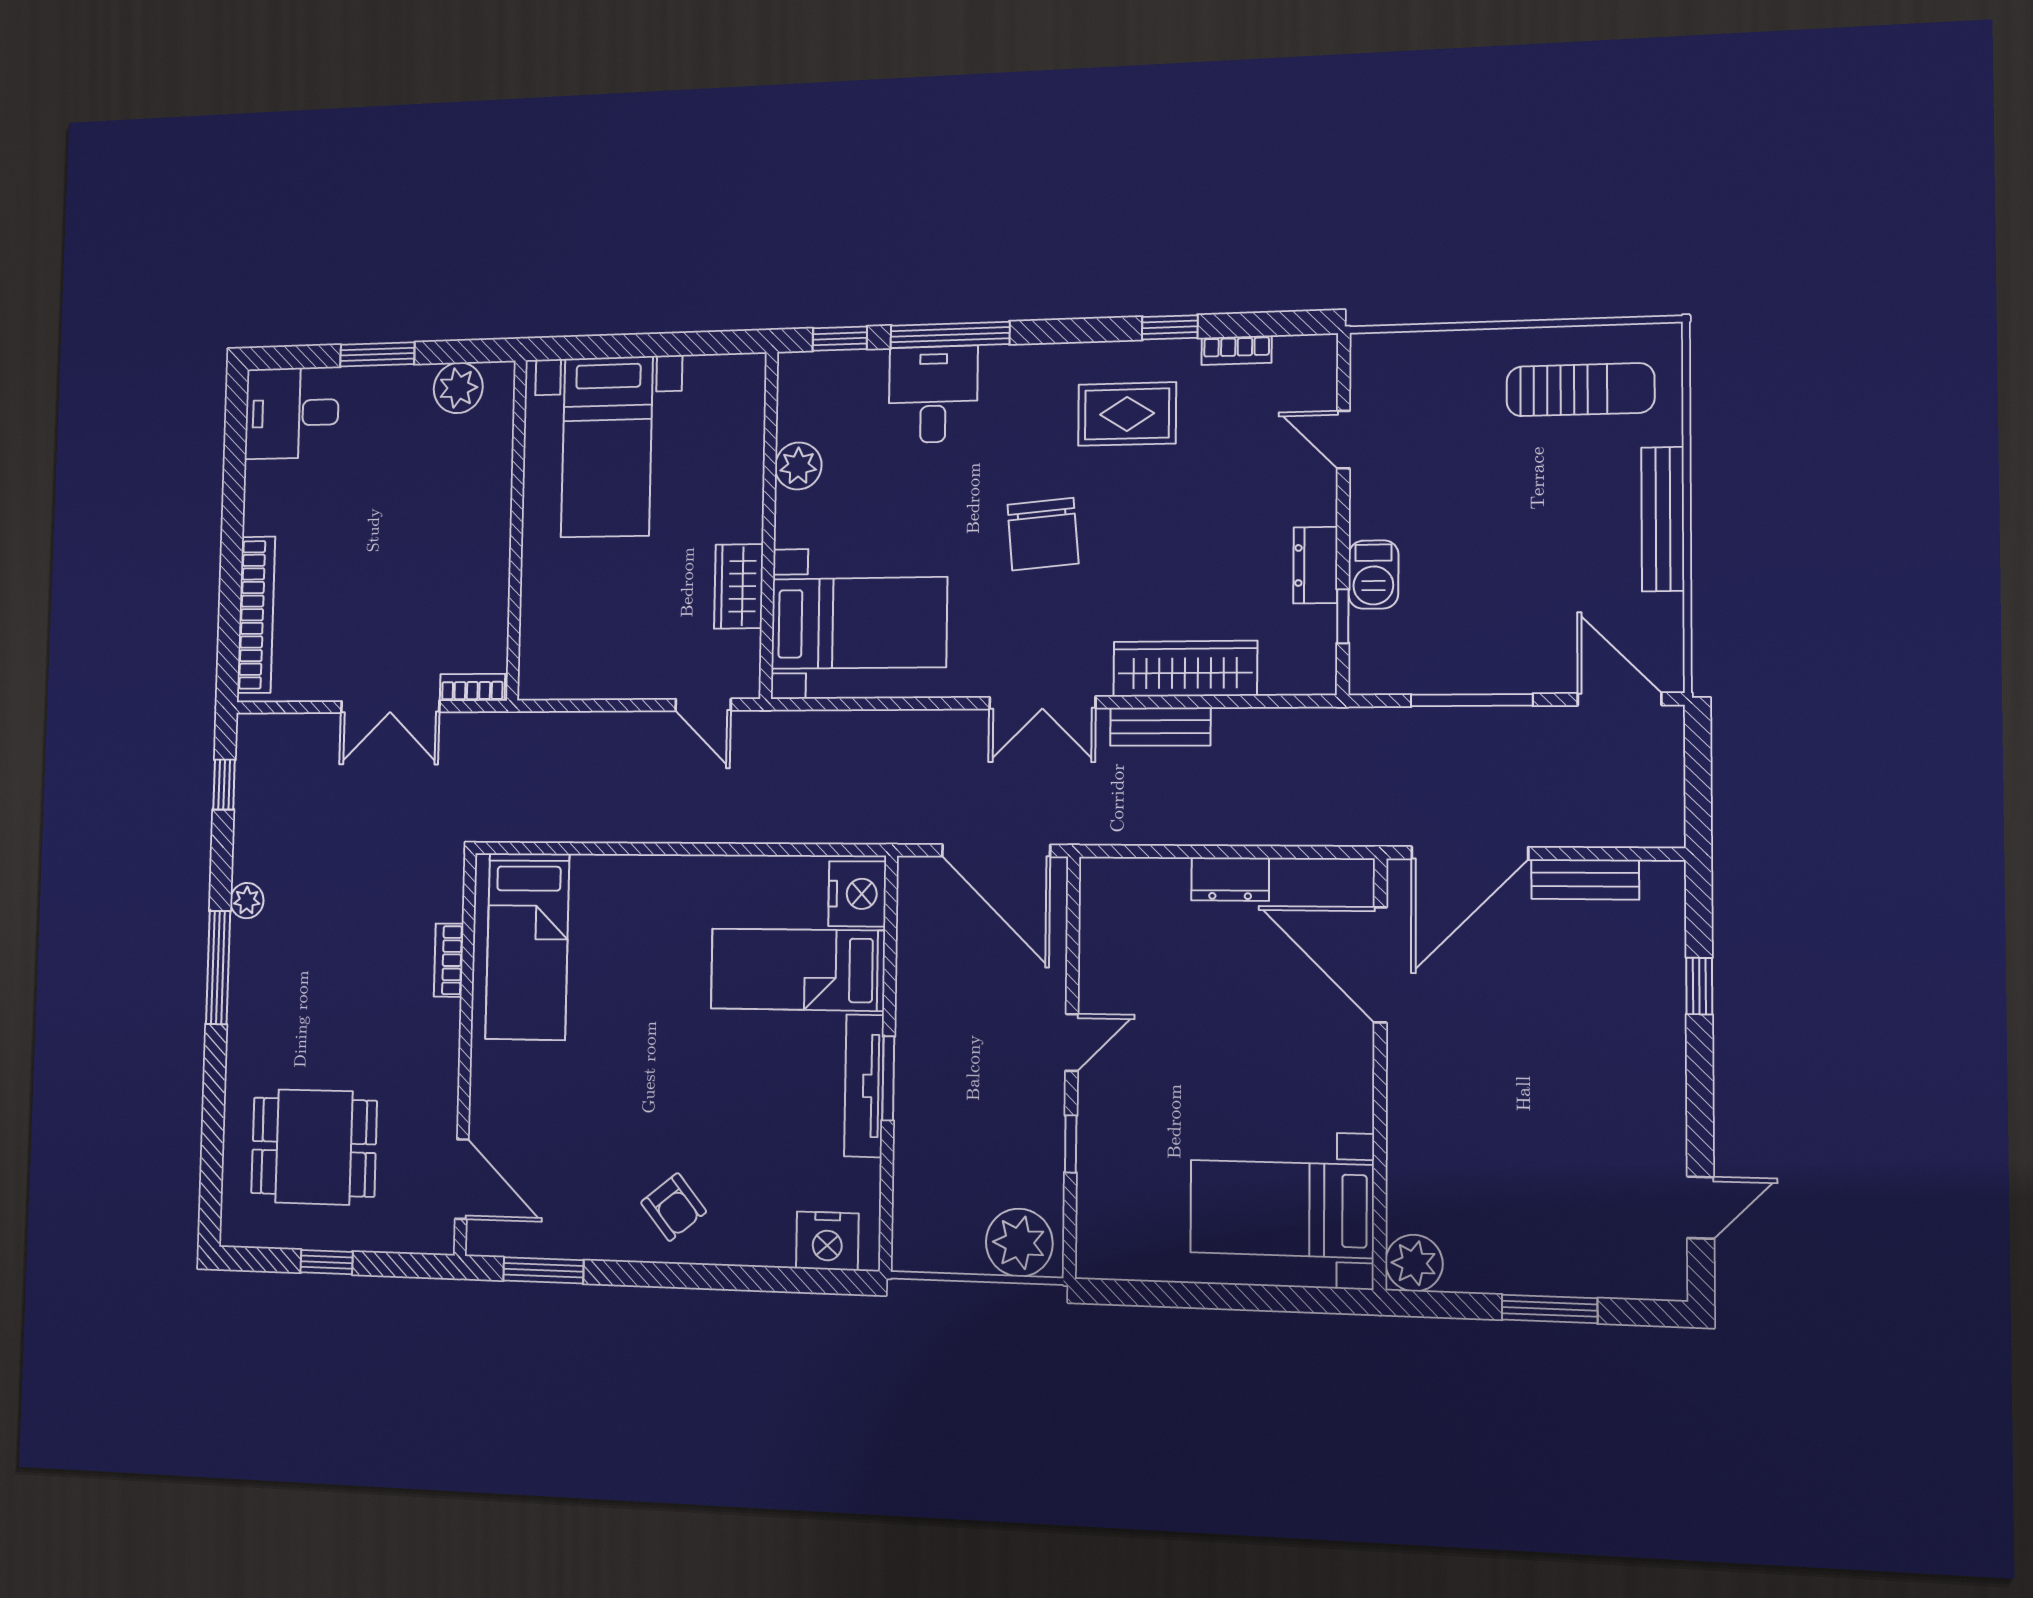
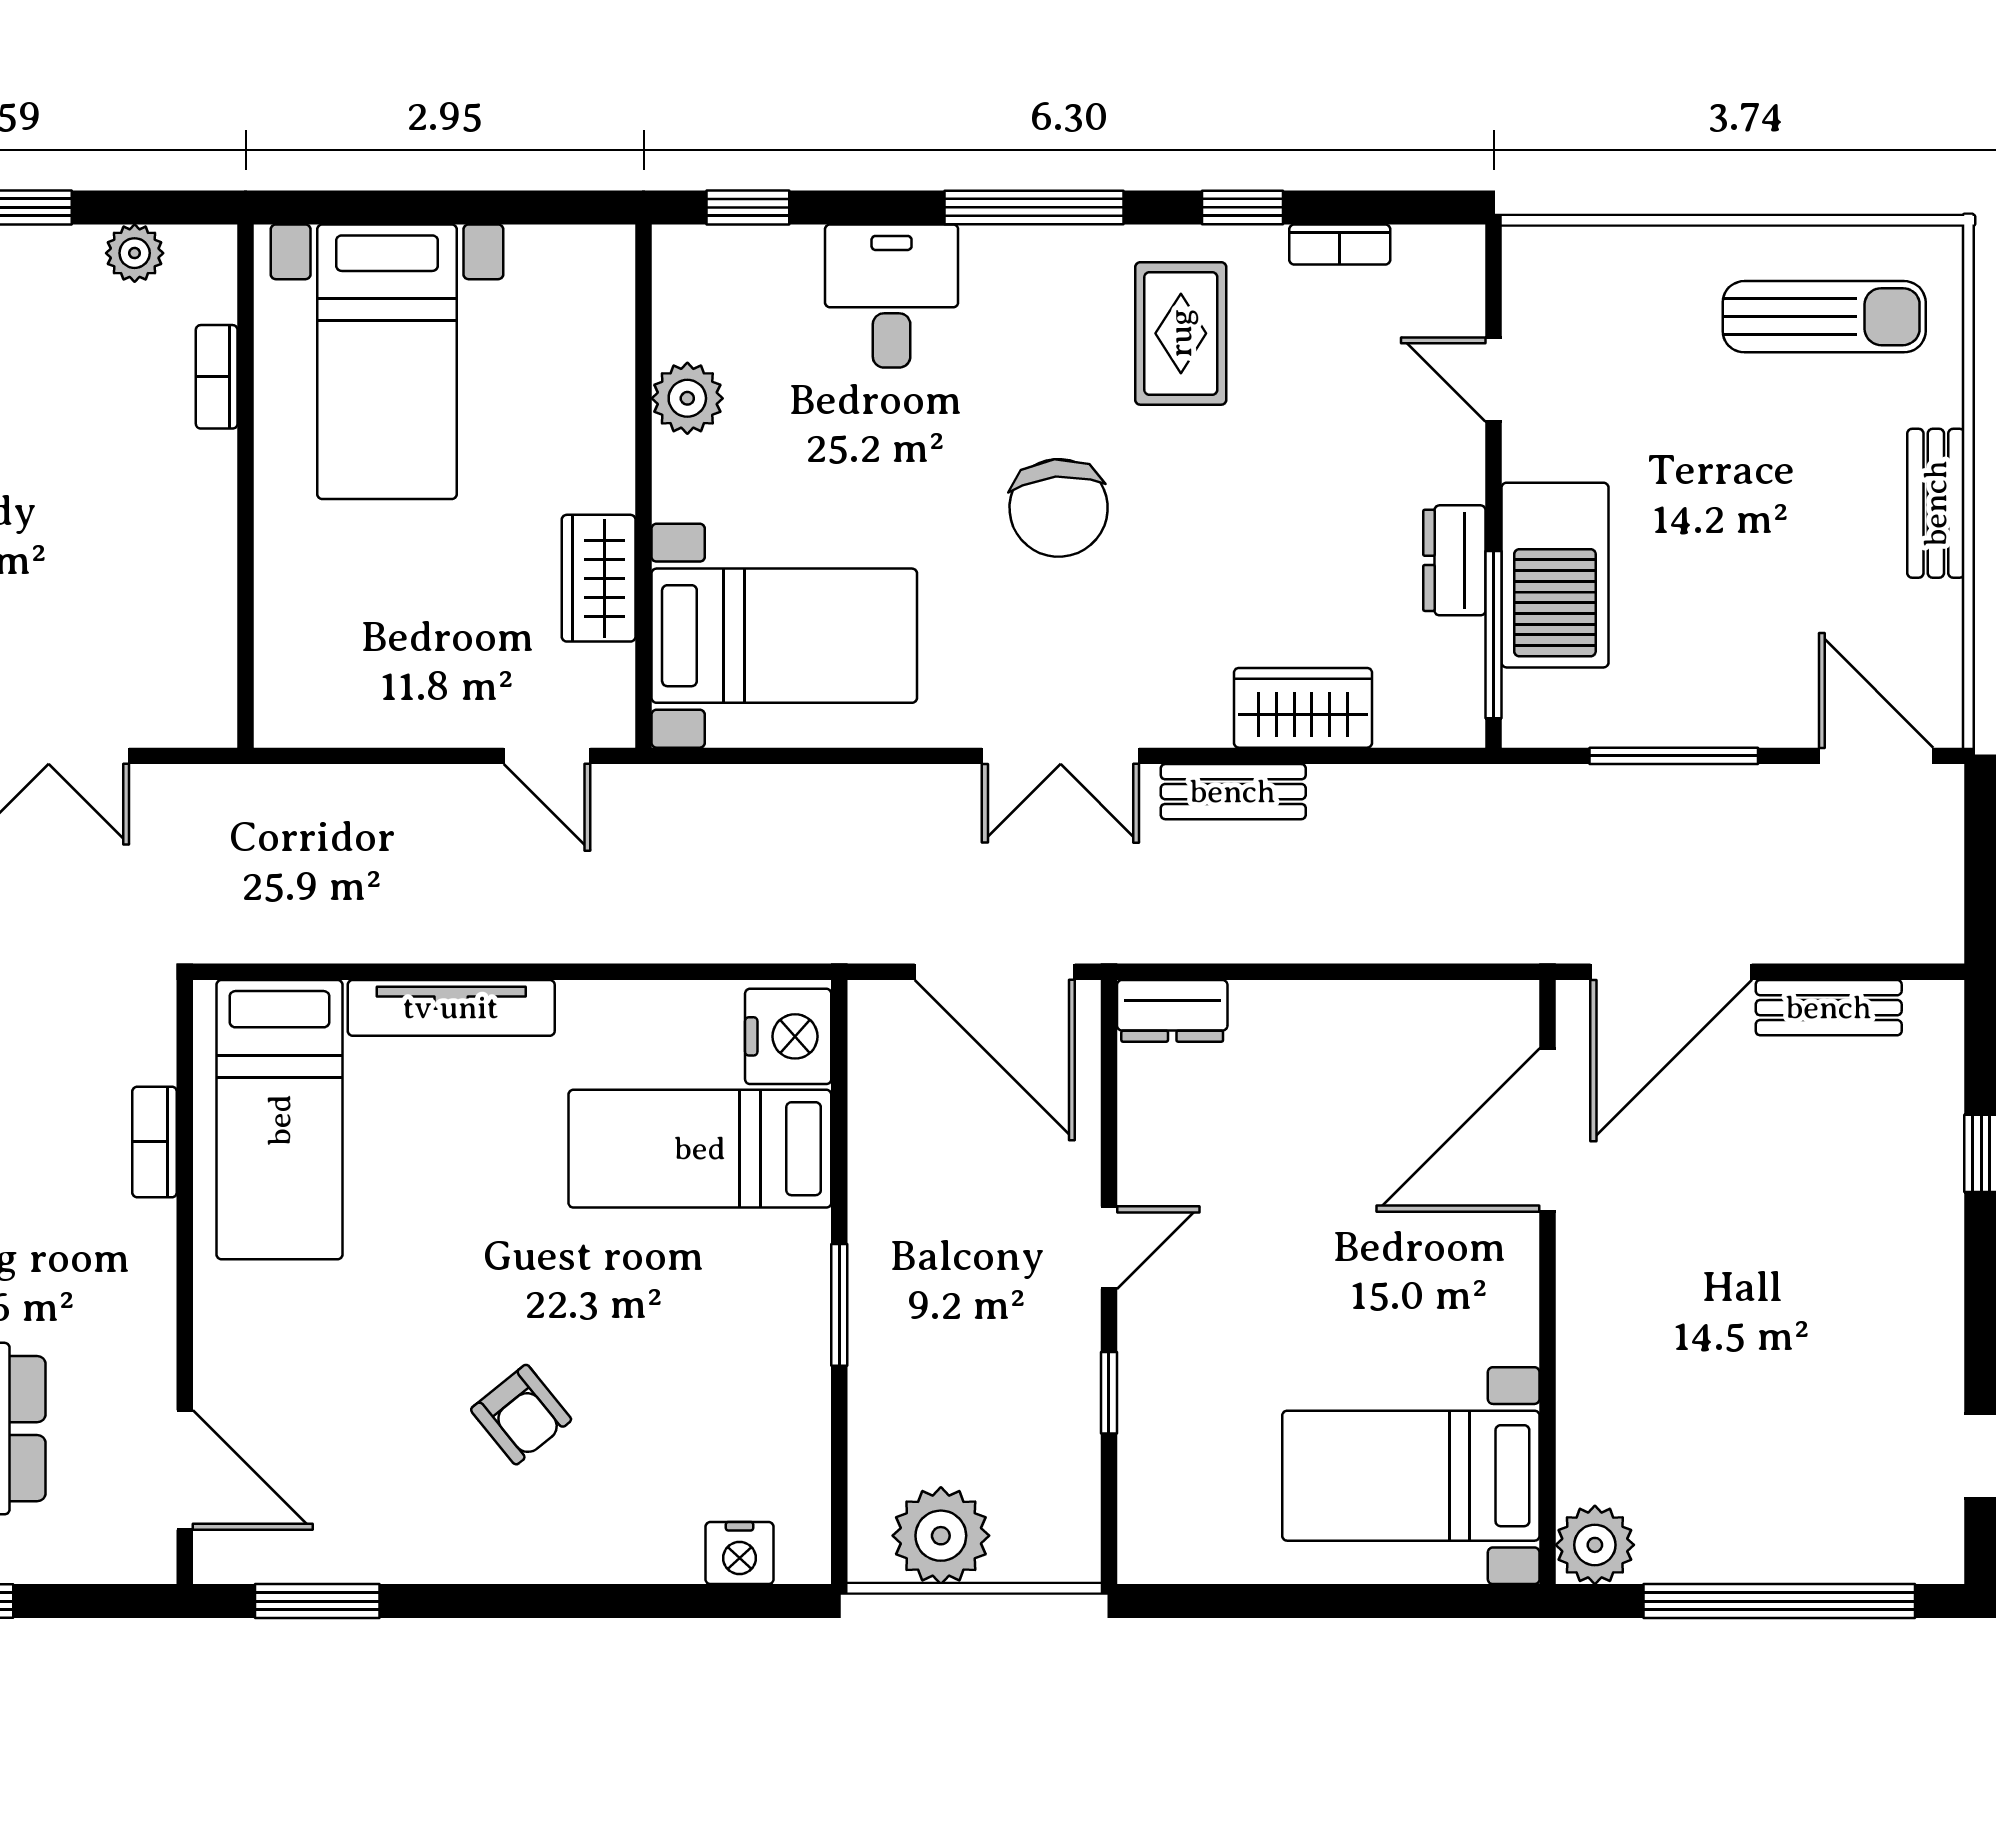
window: (950, 335) -> (1034, 207), moved
plant: (458, 388) -> (135, 253), width x0.73, depth x0.73
rug: (1127, 414) -> (1181, 333), turned 90
bench: (1663, 519) -> (1936, 503), width x0.73
barbecue: (1373, 574) -> (1555, 575), width x1.88, depth x1.53
window: (1343, 616) -> (1494, 635), width x2.17
wardrobe: (1185, 669) -> (1303, 708), width x0.67
bookcase: (472, 687) -> (217, 377), moved, turned -90
dresser: (1230, 879) -> (1172, 1011), moved
door: (1380, 965) -> (1547, 1130), hinge flipped
tv unit: (864, 1086) -> (451, 1008), moved, turned -90
armchair: (674, 1207) -> (521, 1415), moved
nightstand: (827, 1241) -> (740, 1553), width x0.74, depth x0.75
plant: (1019, 1243) -> (941, 1536), moved
window: (1550, 1309) -> (1779, 1601), width x2.11

